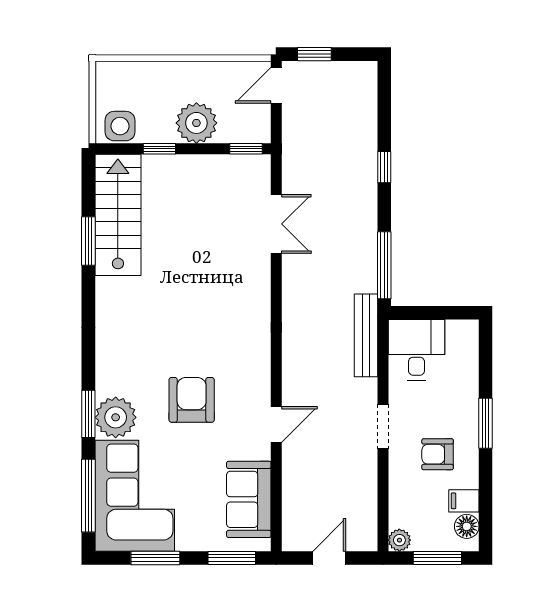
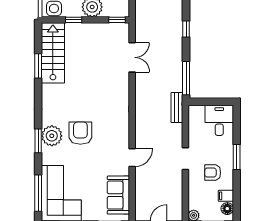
bench: (366, 335) -> (177, 108), width x0.73
desk: (416, 350) -> (219, 120), moved
armchair: (192, 400) -> (80, 133), moved
window: (88, 414) -> (38, 141), moved
plant: (116, 417) -> (52, 136), moved

